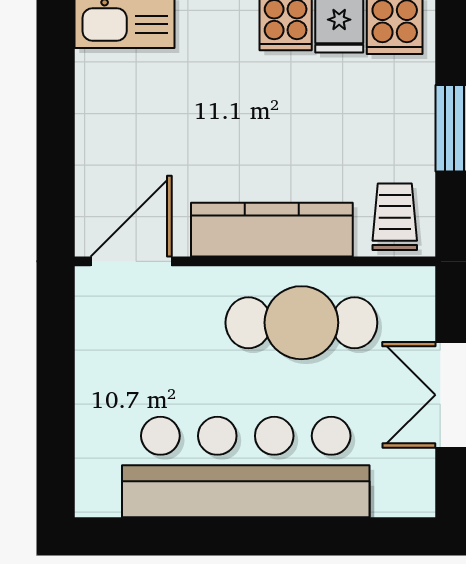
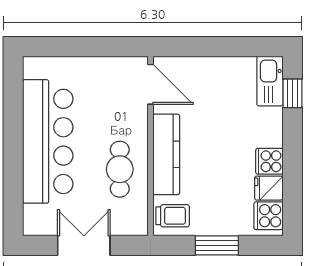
cafe table: (301, 323) -> (120, 169), width x0.73, depth x0.74

